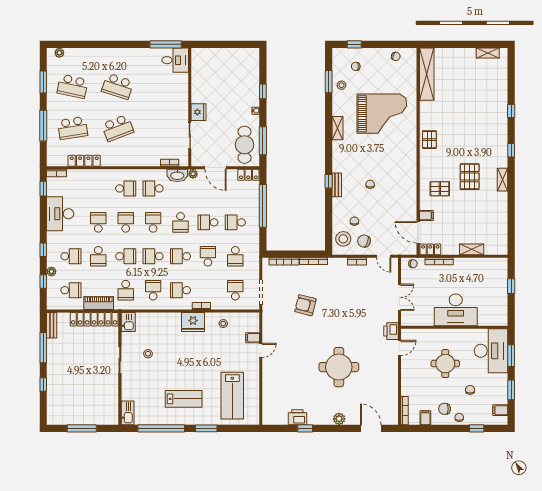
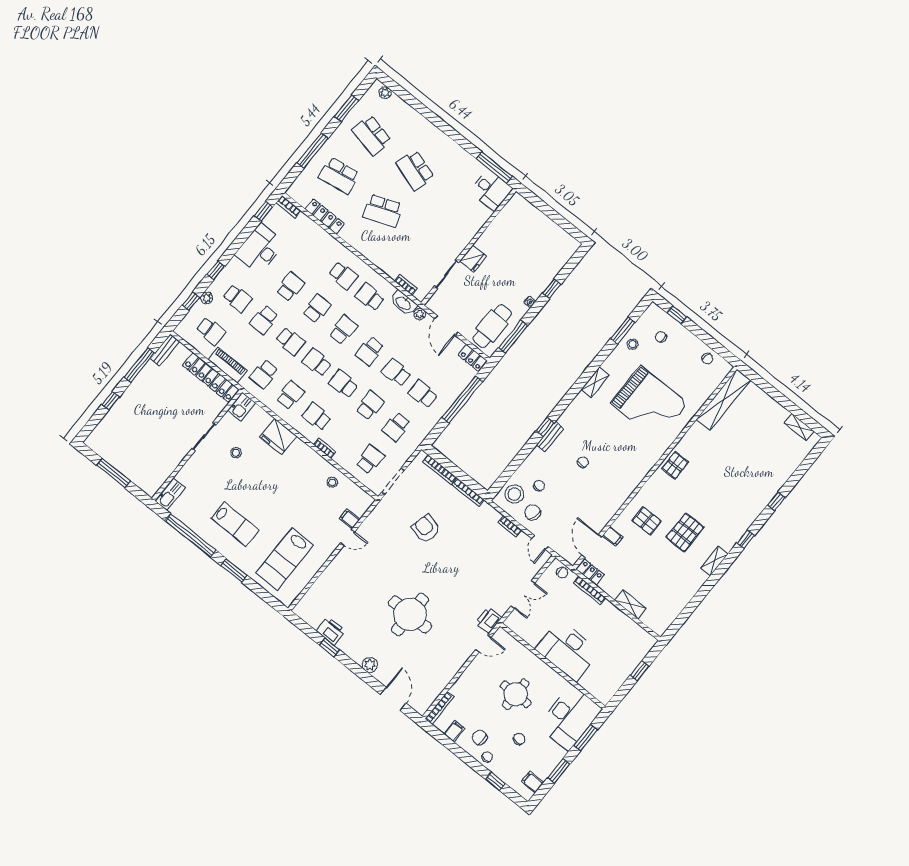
fridge: (193, 322) -> (278, 436), moved

